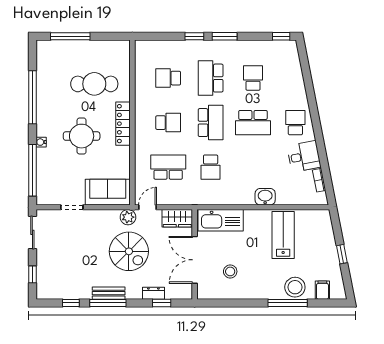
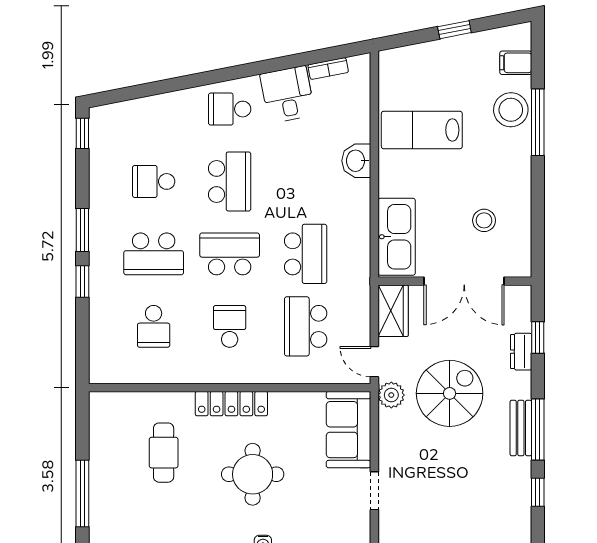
cafe table: (94, 84) -> (164, 453), width x0.73, depth x0.74
school desk: (211, 167) -> (306, 254), width x1.85

